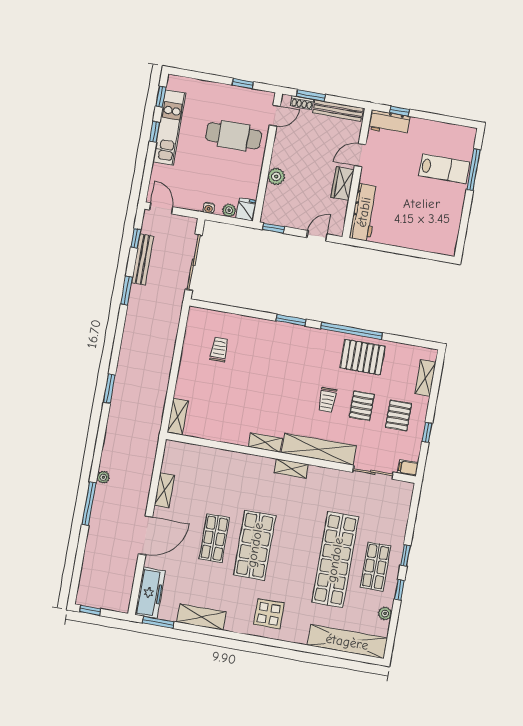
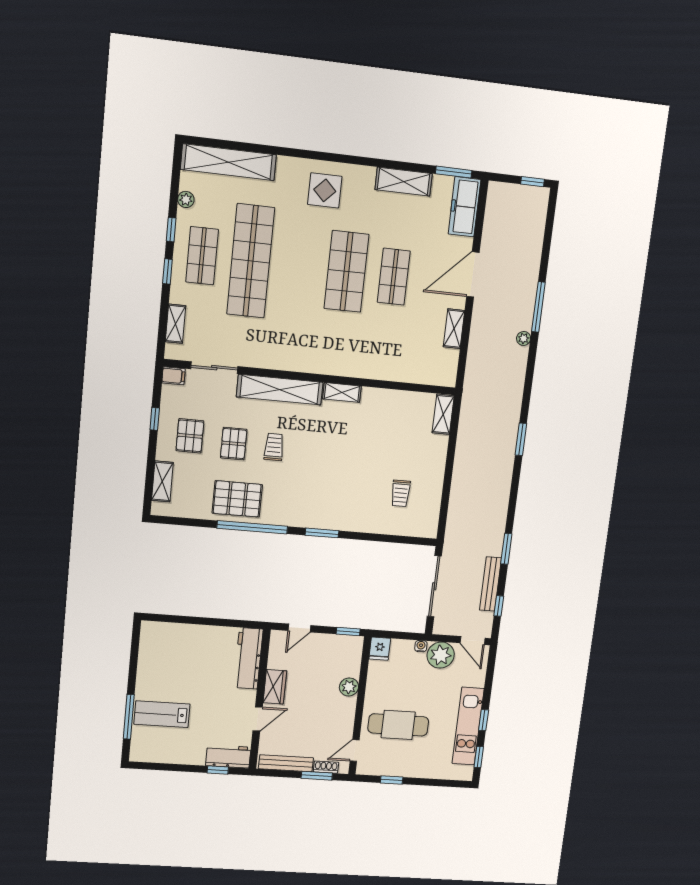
plant: (229, 210) -> (441, 655), moved, width x1.88, depth x1.88
shelving: (291, 468) -> (176, 324), moved, turned 90

